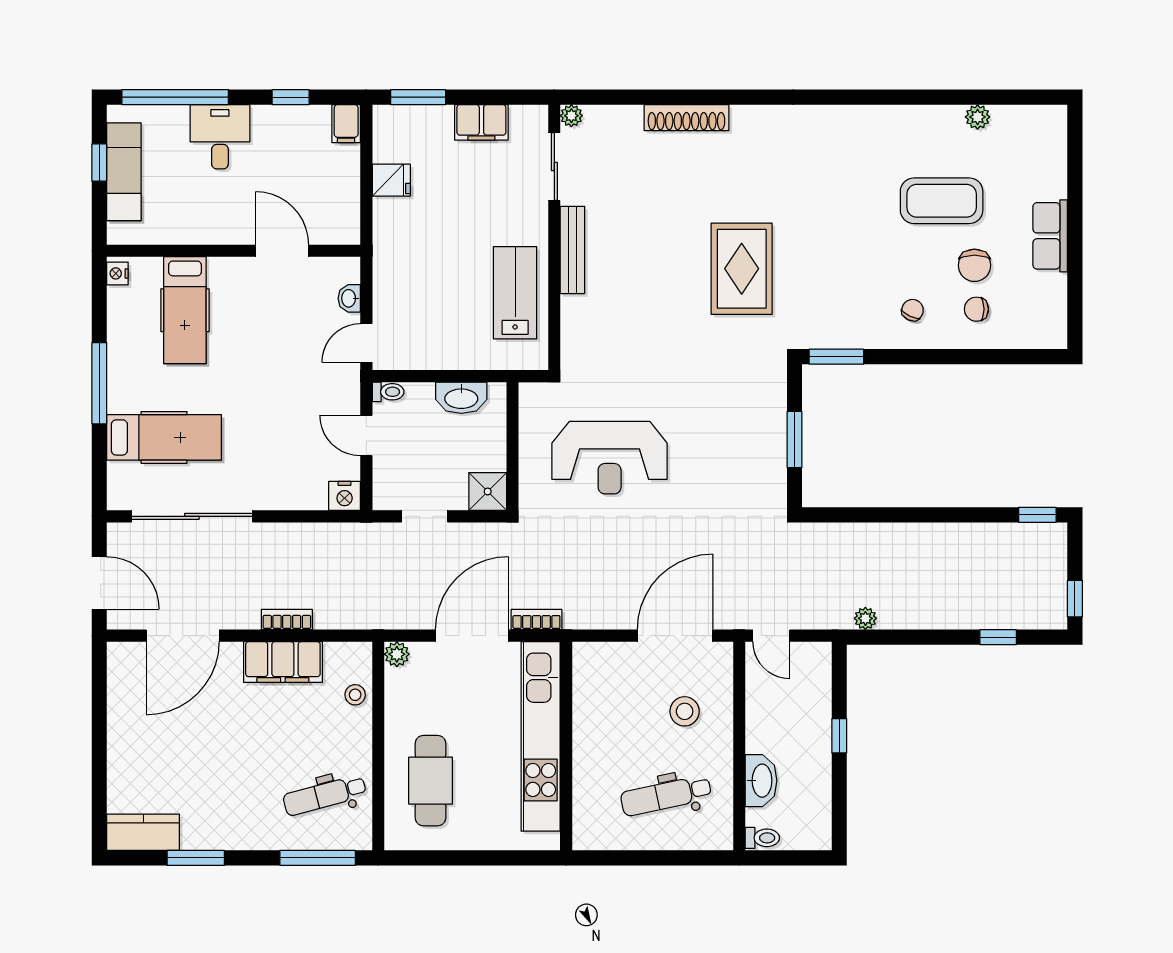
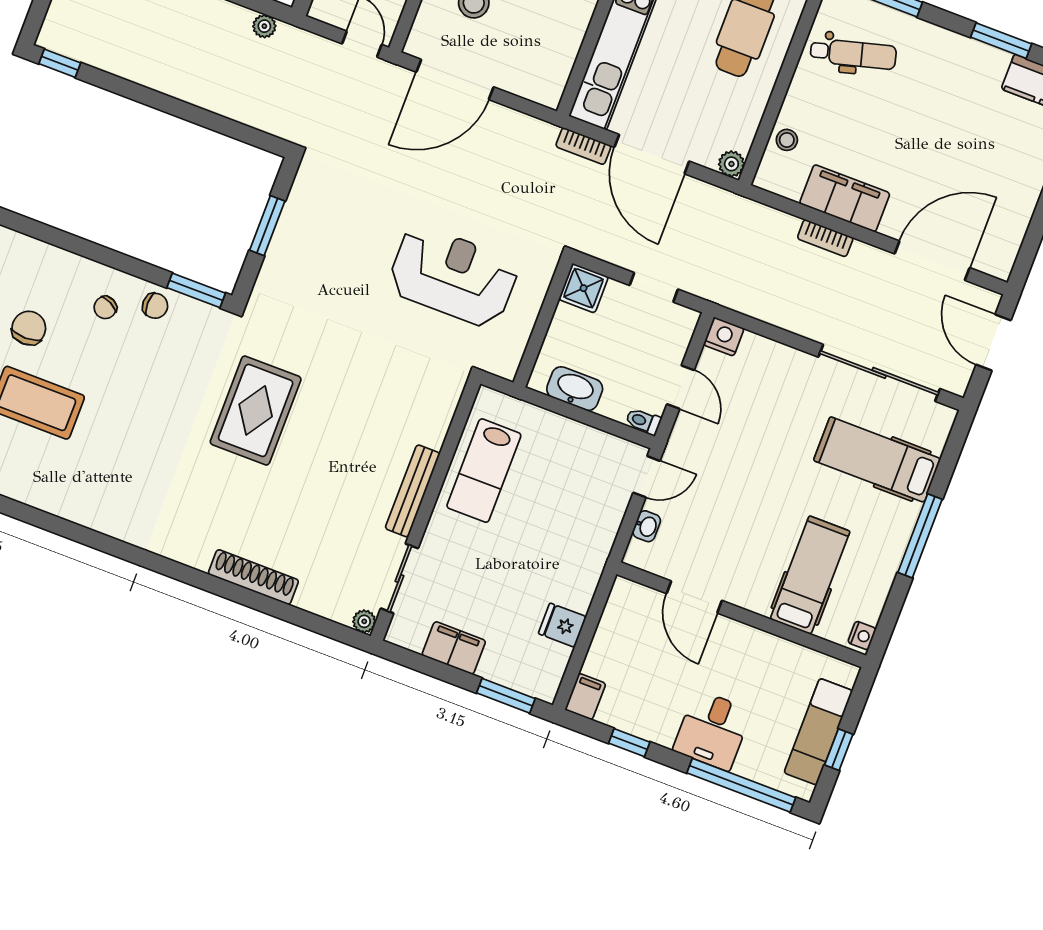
chair: (976, 309) -> (155, 306), moved
door: (472, 636) -> (652, 154), hinge flipped

